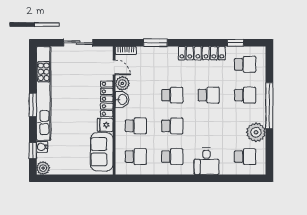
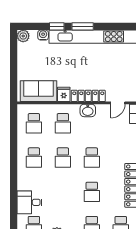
plant: (122, 83) -> (103, 111), removed
window: (33, 151) -> (57, 26), moved
desk: (206, 161) -> (29, 202), moved

